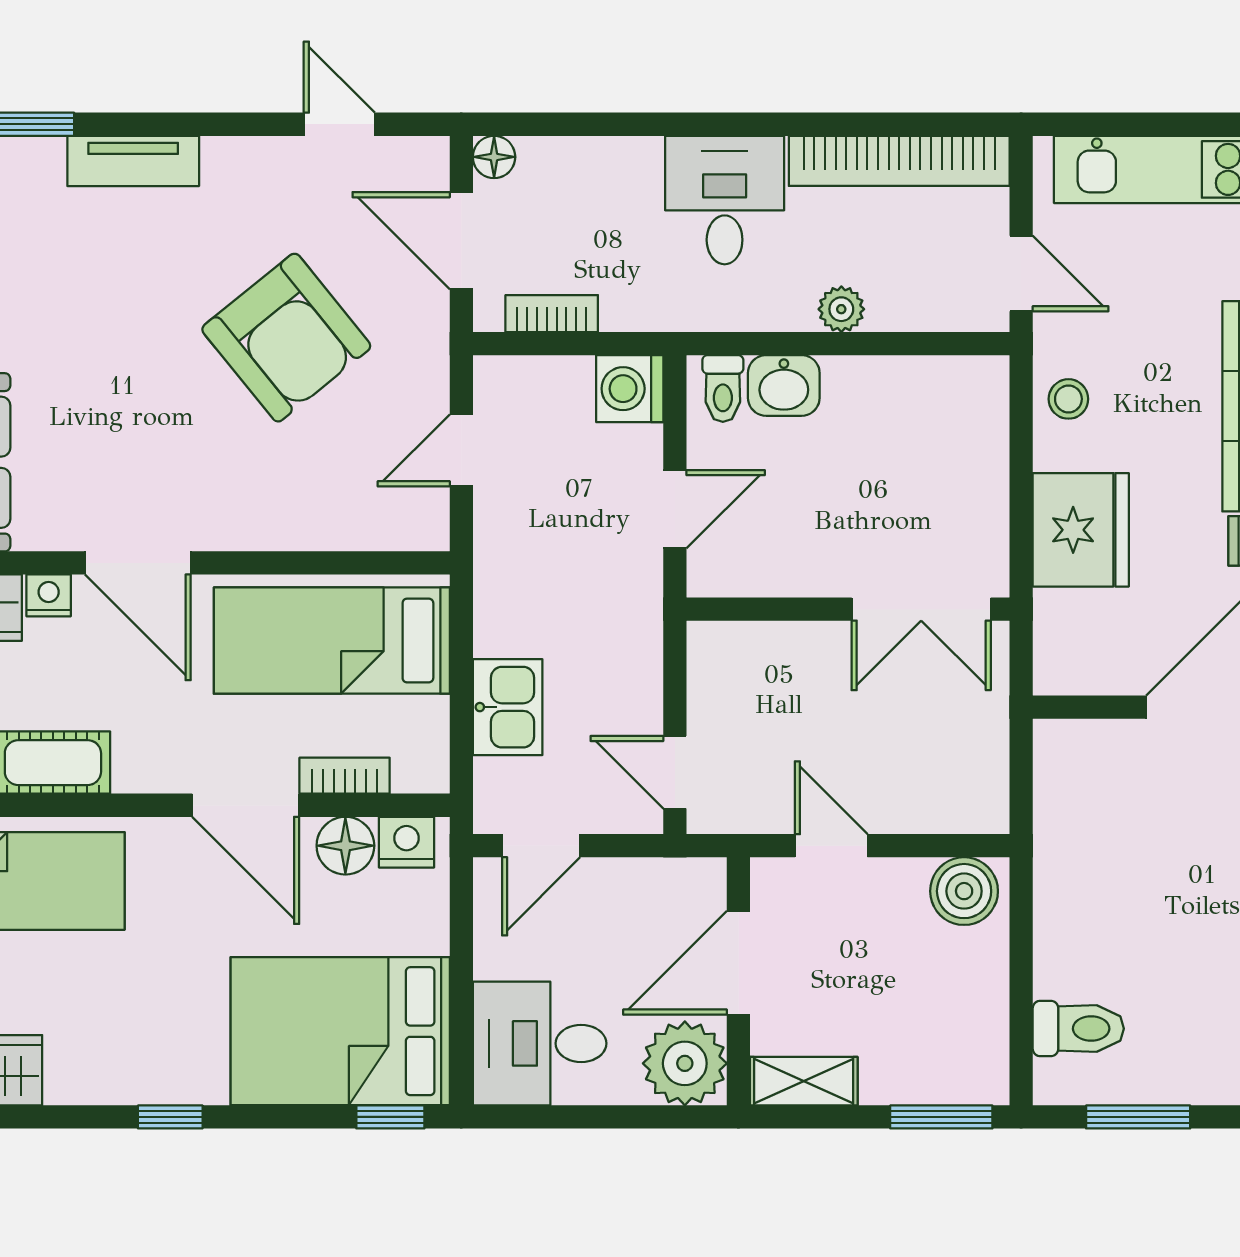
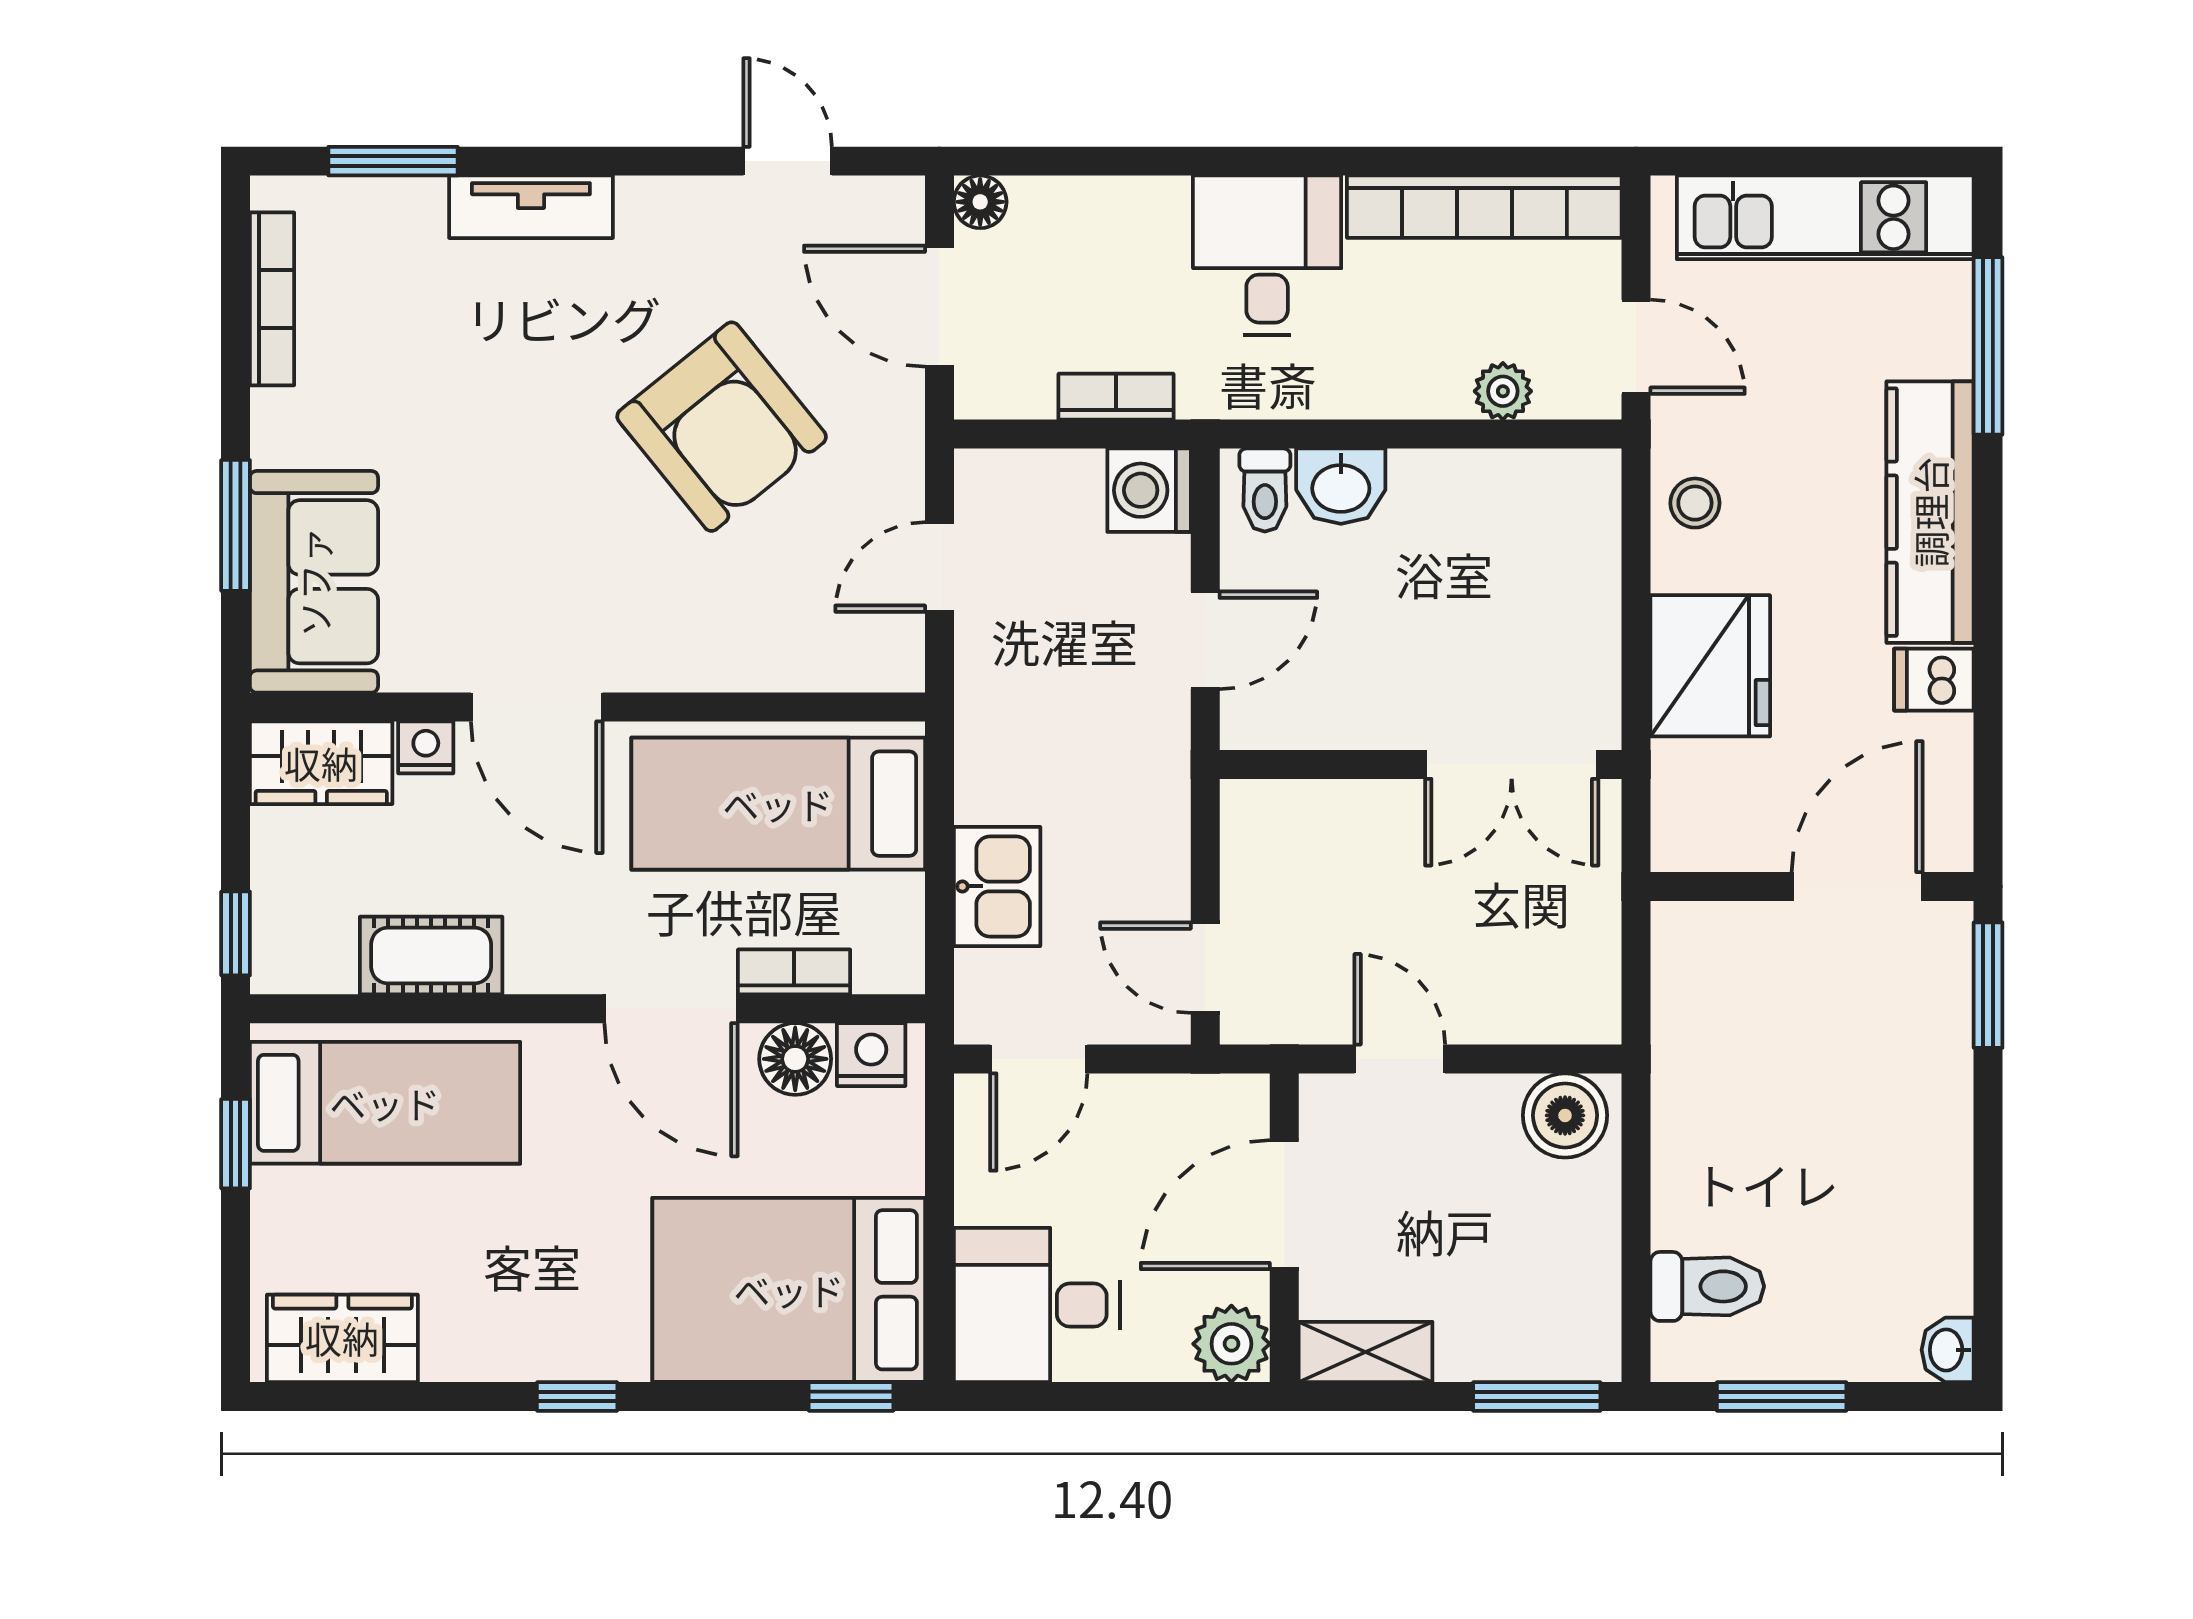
plant: (841, 309) -> (1503, 391), moved
bookcase: (552, 314) -> (1116, 397), moved
plant: (685, 1063) -> (1231, 1344), width x0.73, depth x0.73

